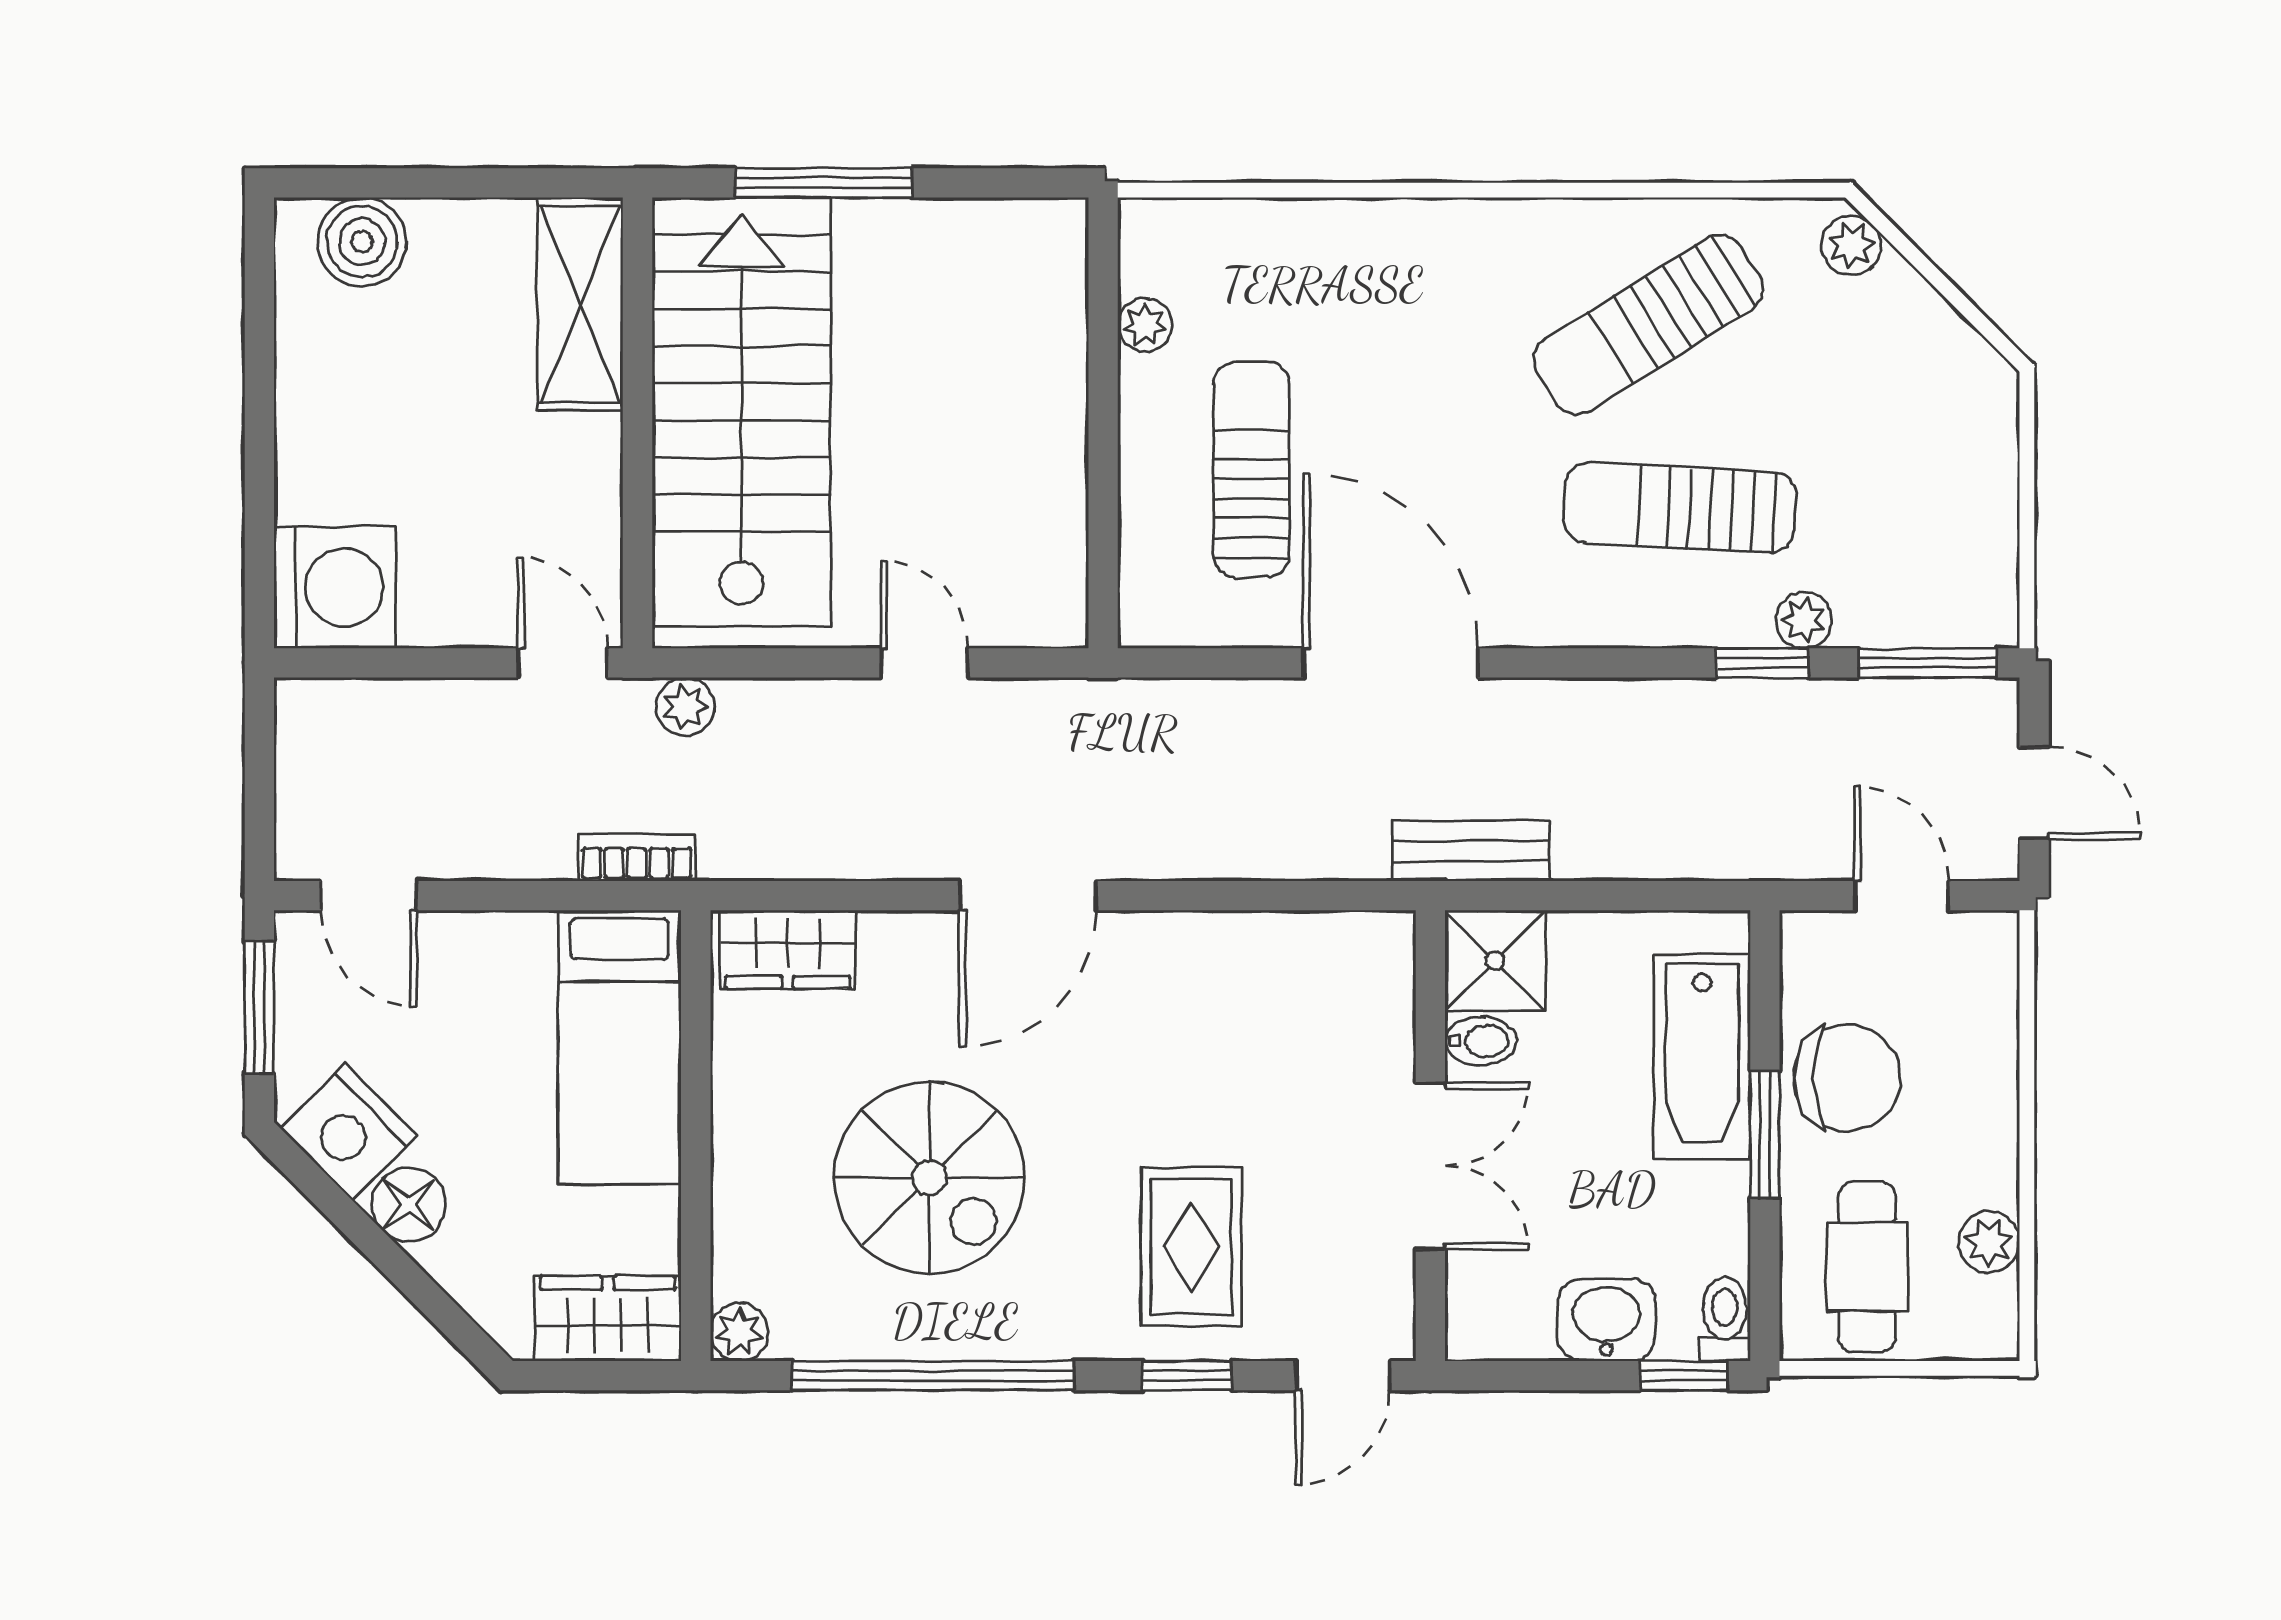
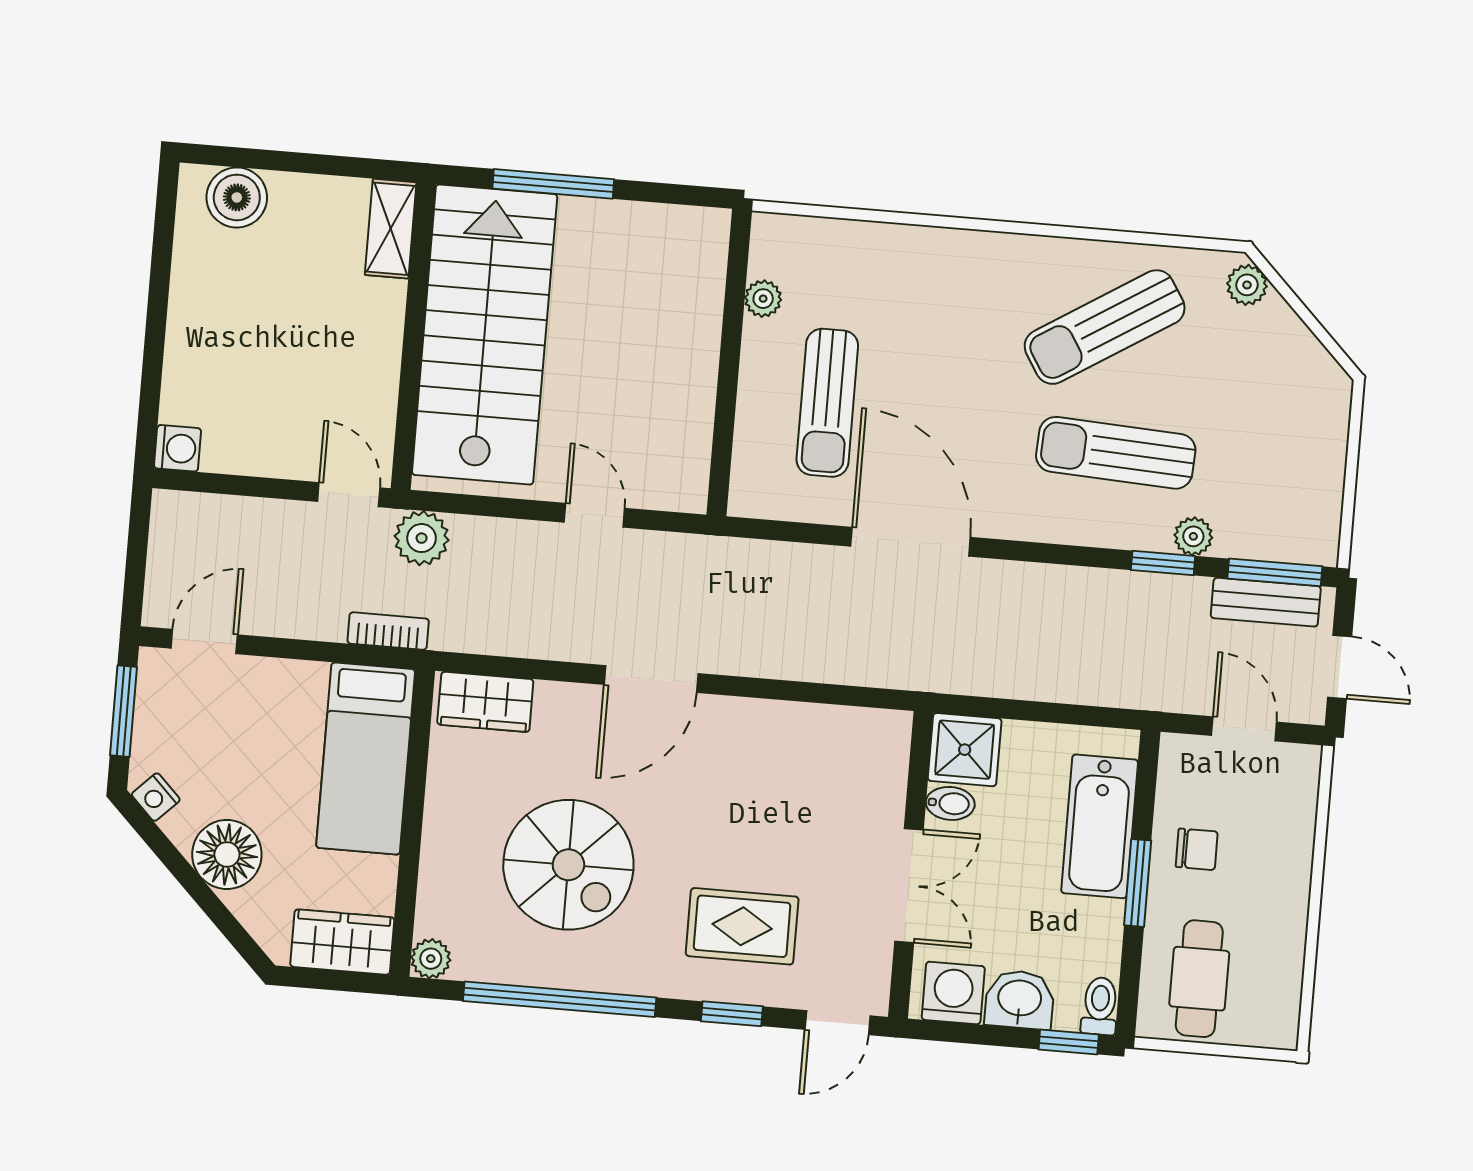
shelving: (580, 304) -> (391, 229), width x0.67, depth x0.75
sun lounger: (1252, 470) -> (827, 403), turned 180
washing machine: (335, 587) -> (178, 448), width x0.53, depth x0.53
plant: (685, 707) -> (422, 538), width x1.38, depth x1.38
bench: (1471, 851) -> (1266, 602), moved
door: (369, 896) -> (204, 642), swing flipped
chair: (1847, 1078) -> (1197, 849), width x0.54, depth x0.54
nightstand: (348, 1132) -> (156, 797), width x0.53, depth x0.56
floor lamp: (409, 1205) -> (227, 854), width x1.38, depth x1.38
plant: (1989, 1242) -> (1283, 969), removed
rug: (1191, 1246) -> (742, 926), turned 90
washing machine: (1508, 1318) -> (953, 993), added

